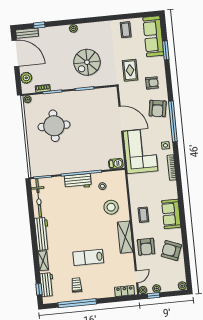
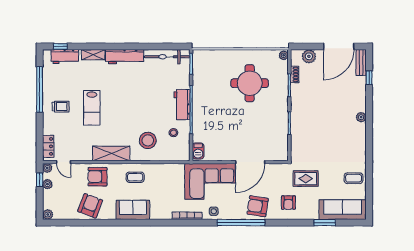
spiral stairs: (87, 62) -> (320, 129), removed
lab bench: (88, 257) -> (92, 108), turned 180
trolley: (77, 285) -> (61, 107), moved

